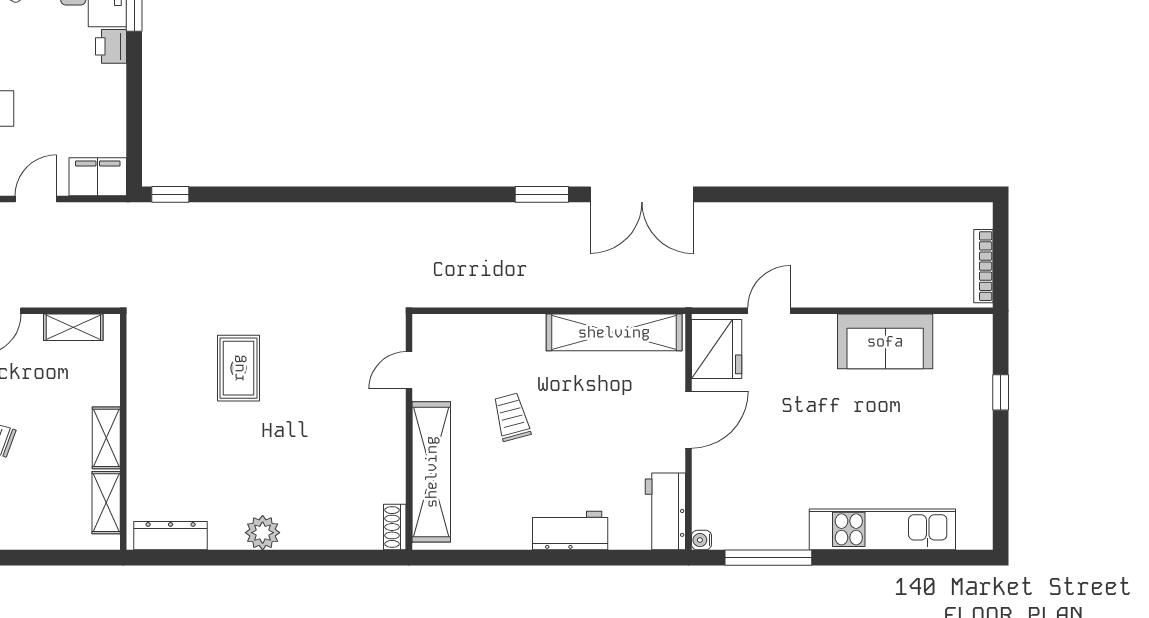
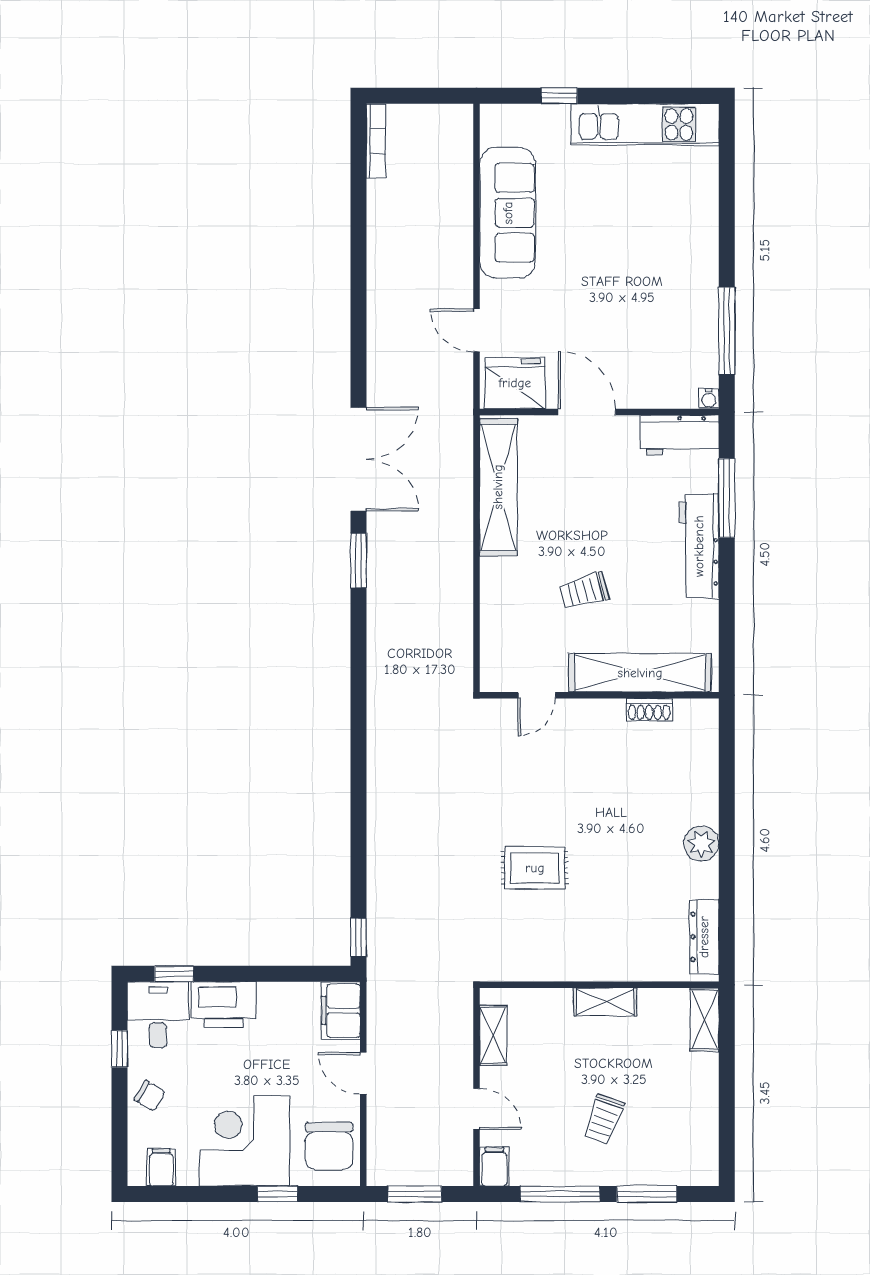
printer: (111, 46) -> (224, 1005), width x1.87, depth x1.48
bookcase: (983, 266) -> (376, 141), moved, turned -90
sofa: (885, 341) -> (508, 213), width x1.36
door: (409, 370) -> (537, 695), hinge flipped
shelving: (106, 503) -> (705, 1020), moved, turned 90
shoe rack: (395, 527) -> (649, 710), moved
kitchen unit: (882, 529) -> (645, 124), moved, turned -90
workbench: (570, 531) -> (699, 546), width x1.37
window: (604, 558) -> (727, 498), added

